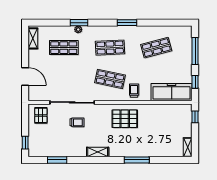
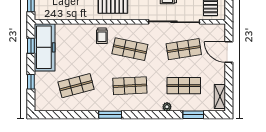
window: (79, 23) -> (193, 115), moved
window: (195, 51) -> (31, 82), width x0.46
shop shelf: (64, 79) -> (184, 49), added
freezer: (172, 92) -> (45, 47), moved, turned -90

